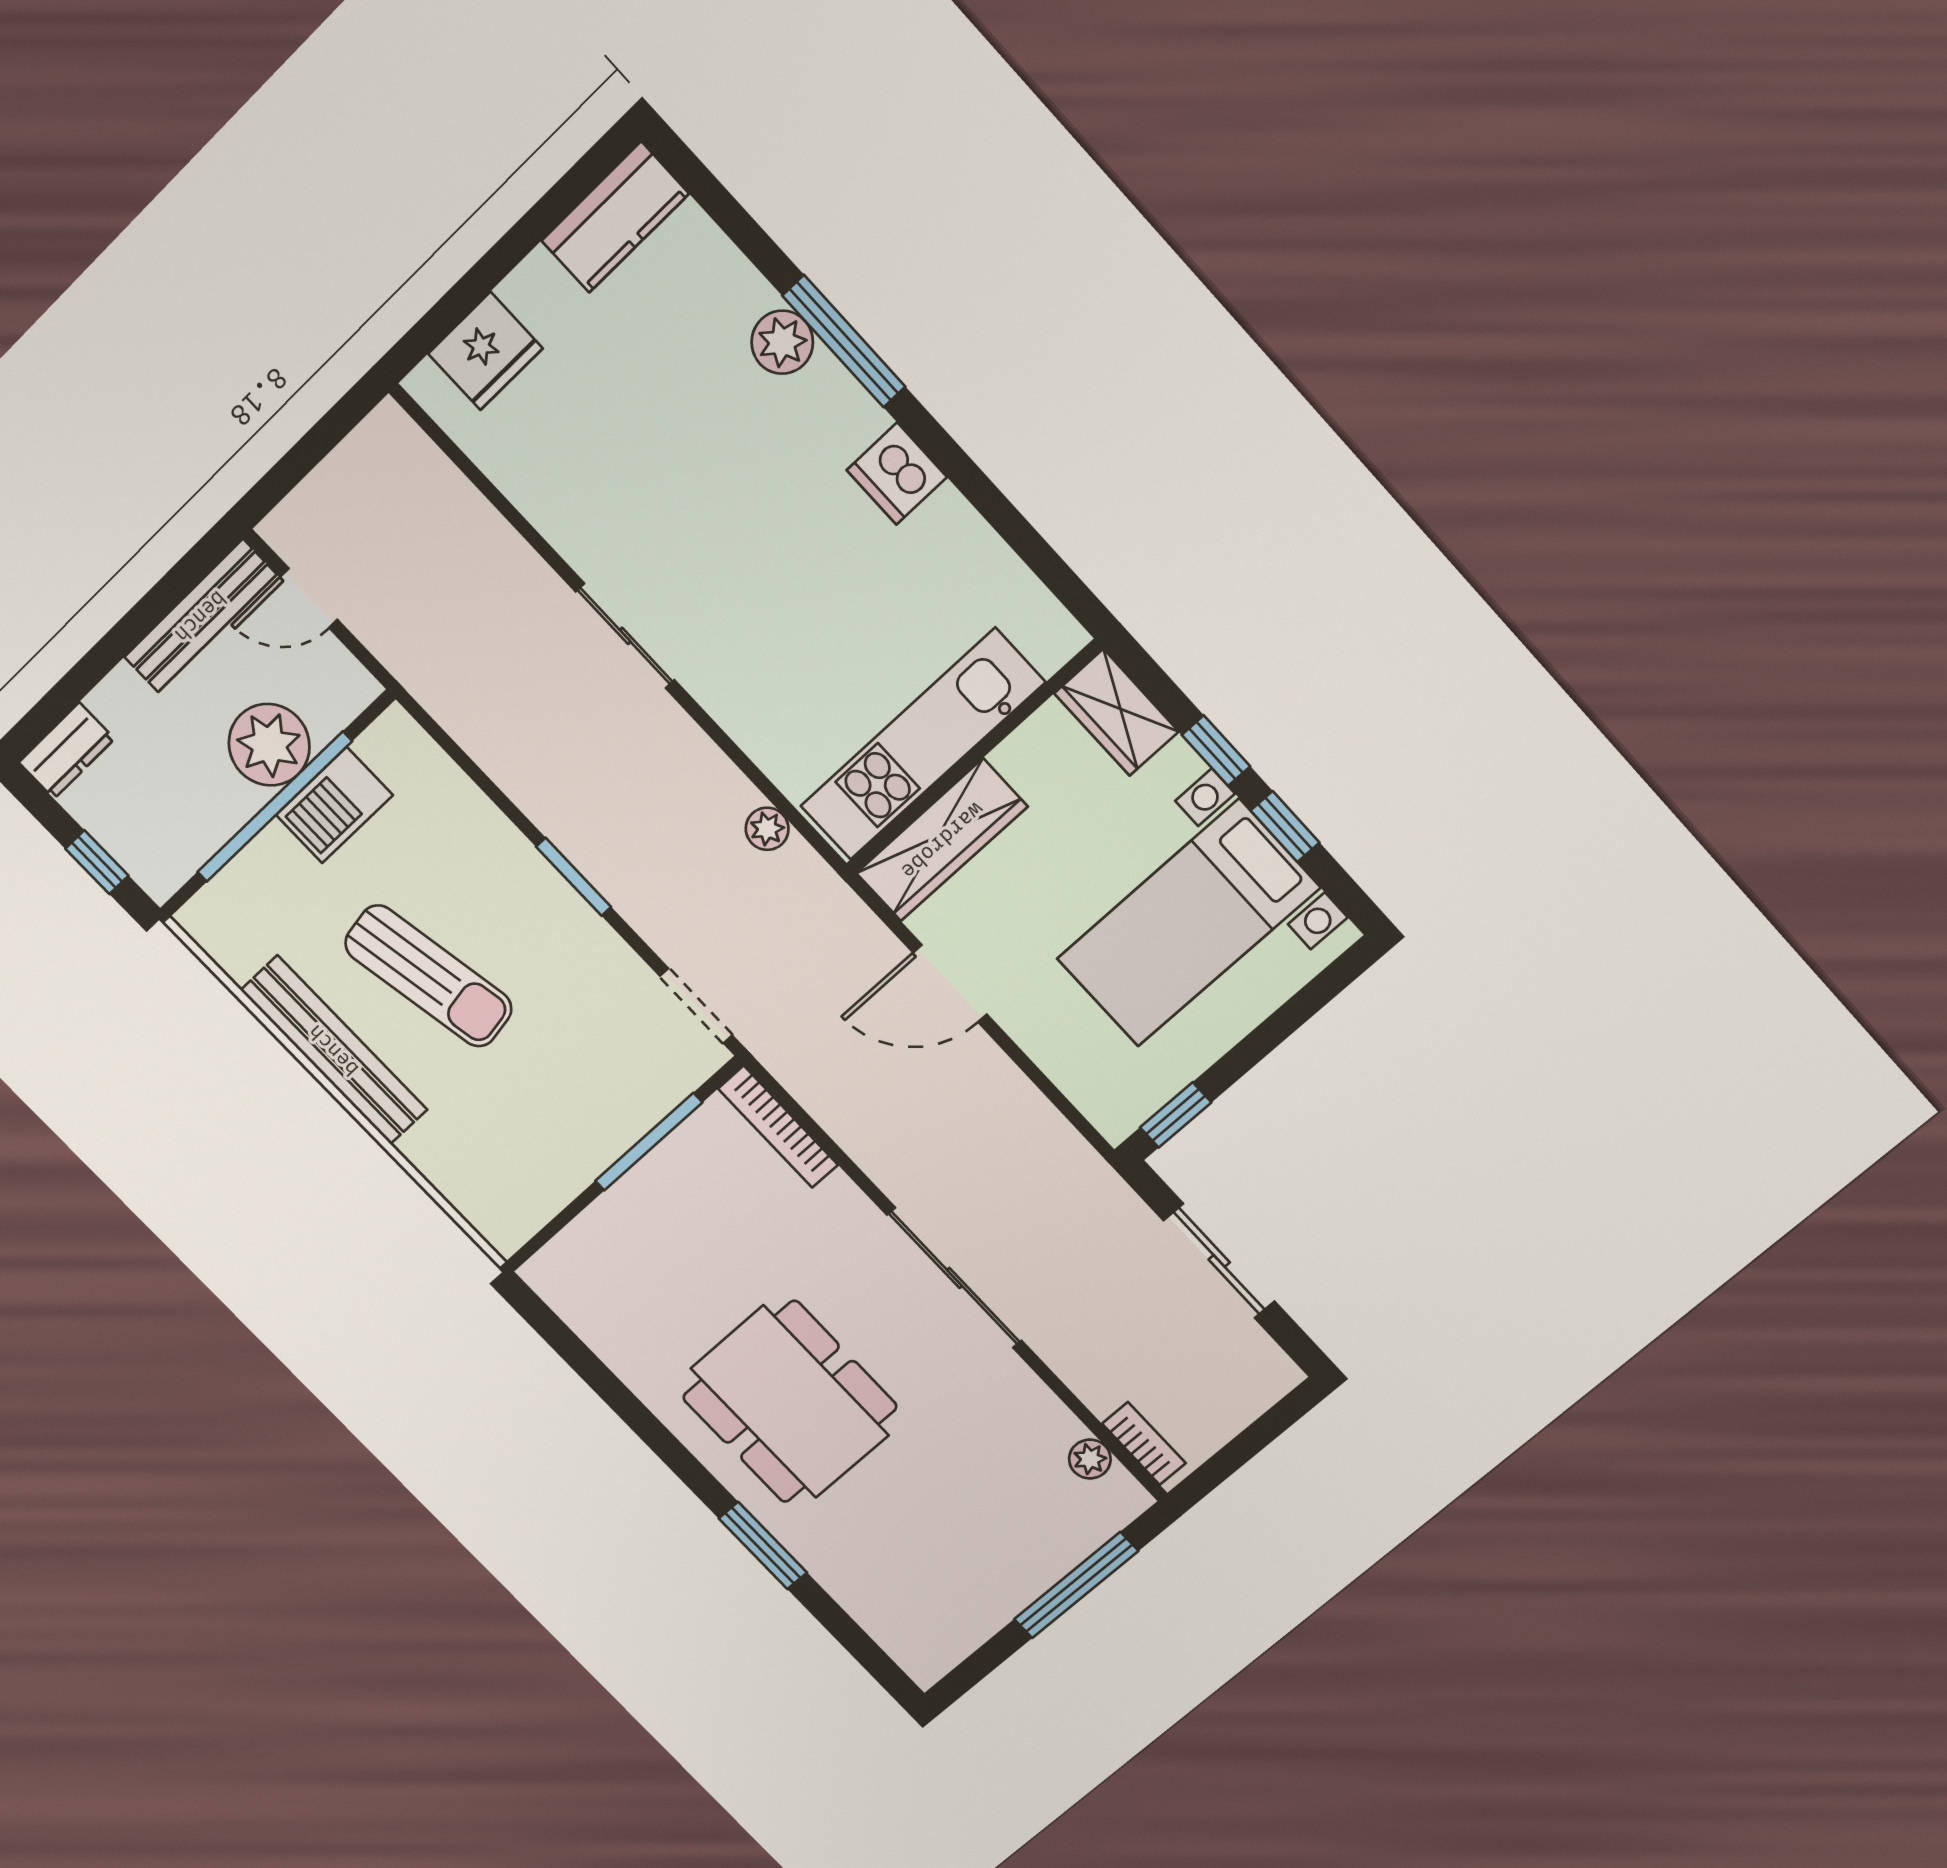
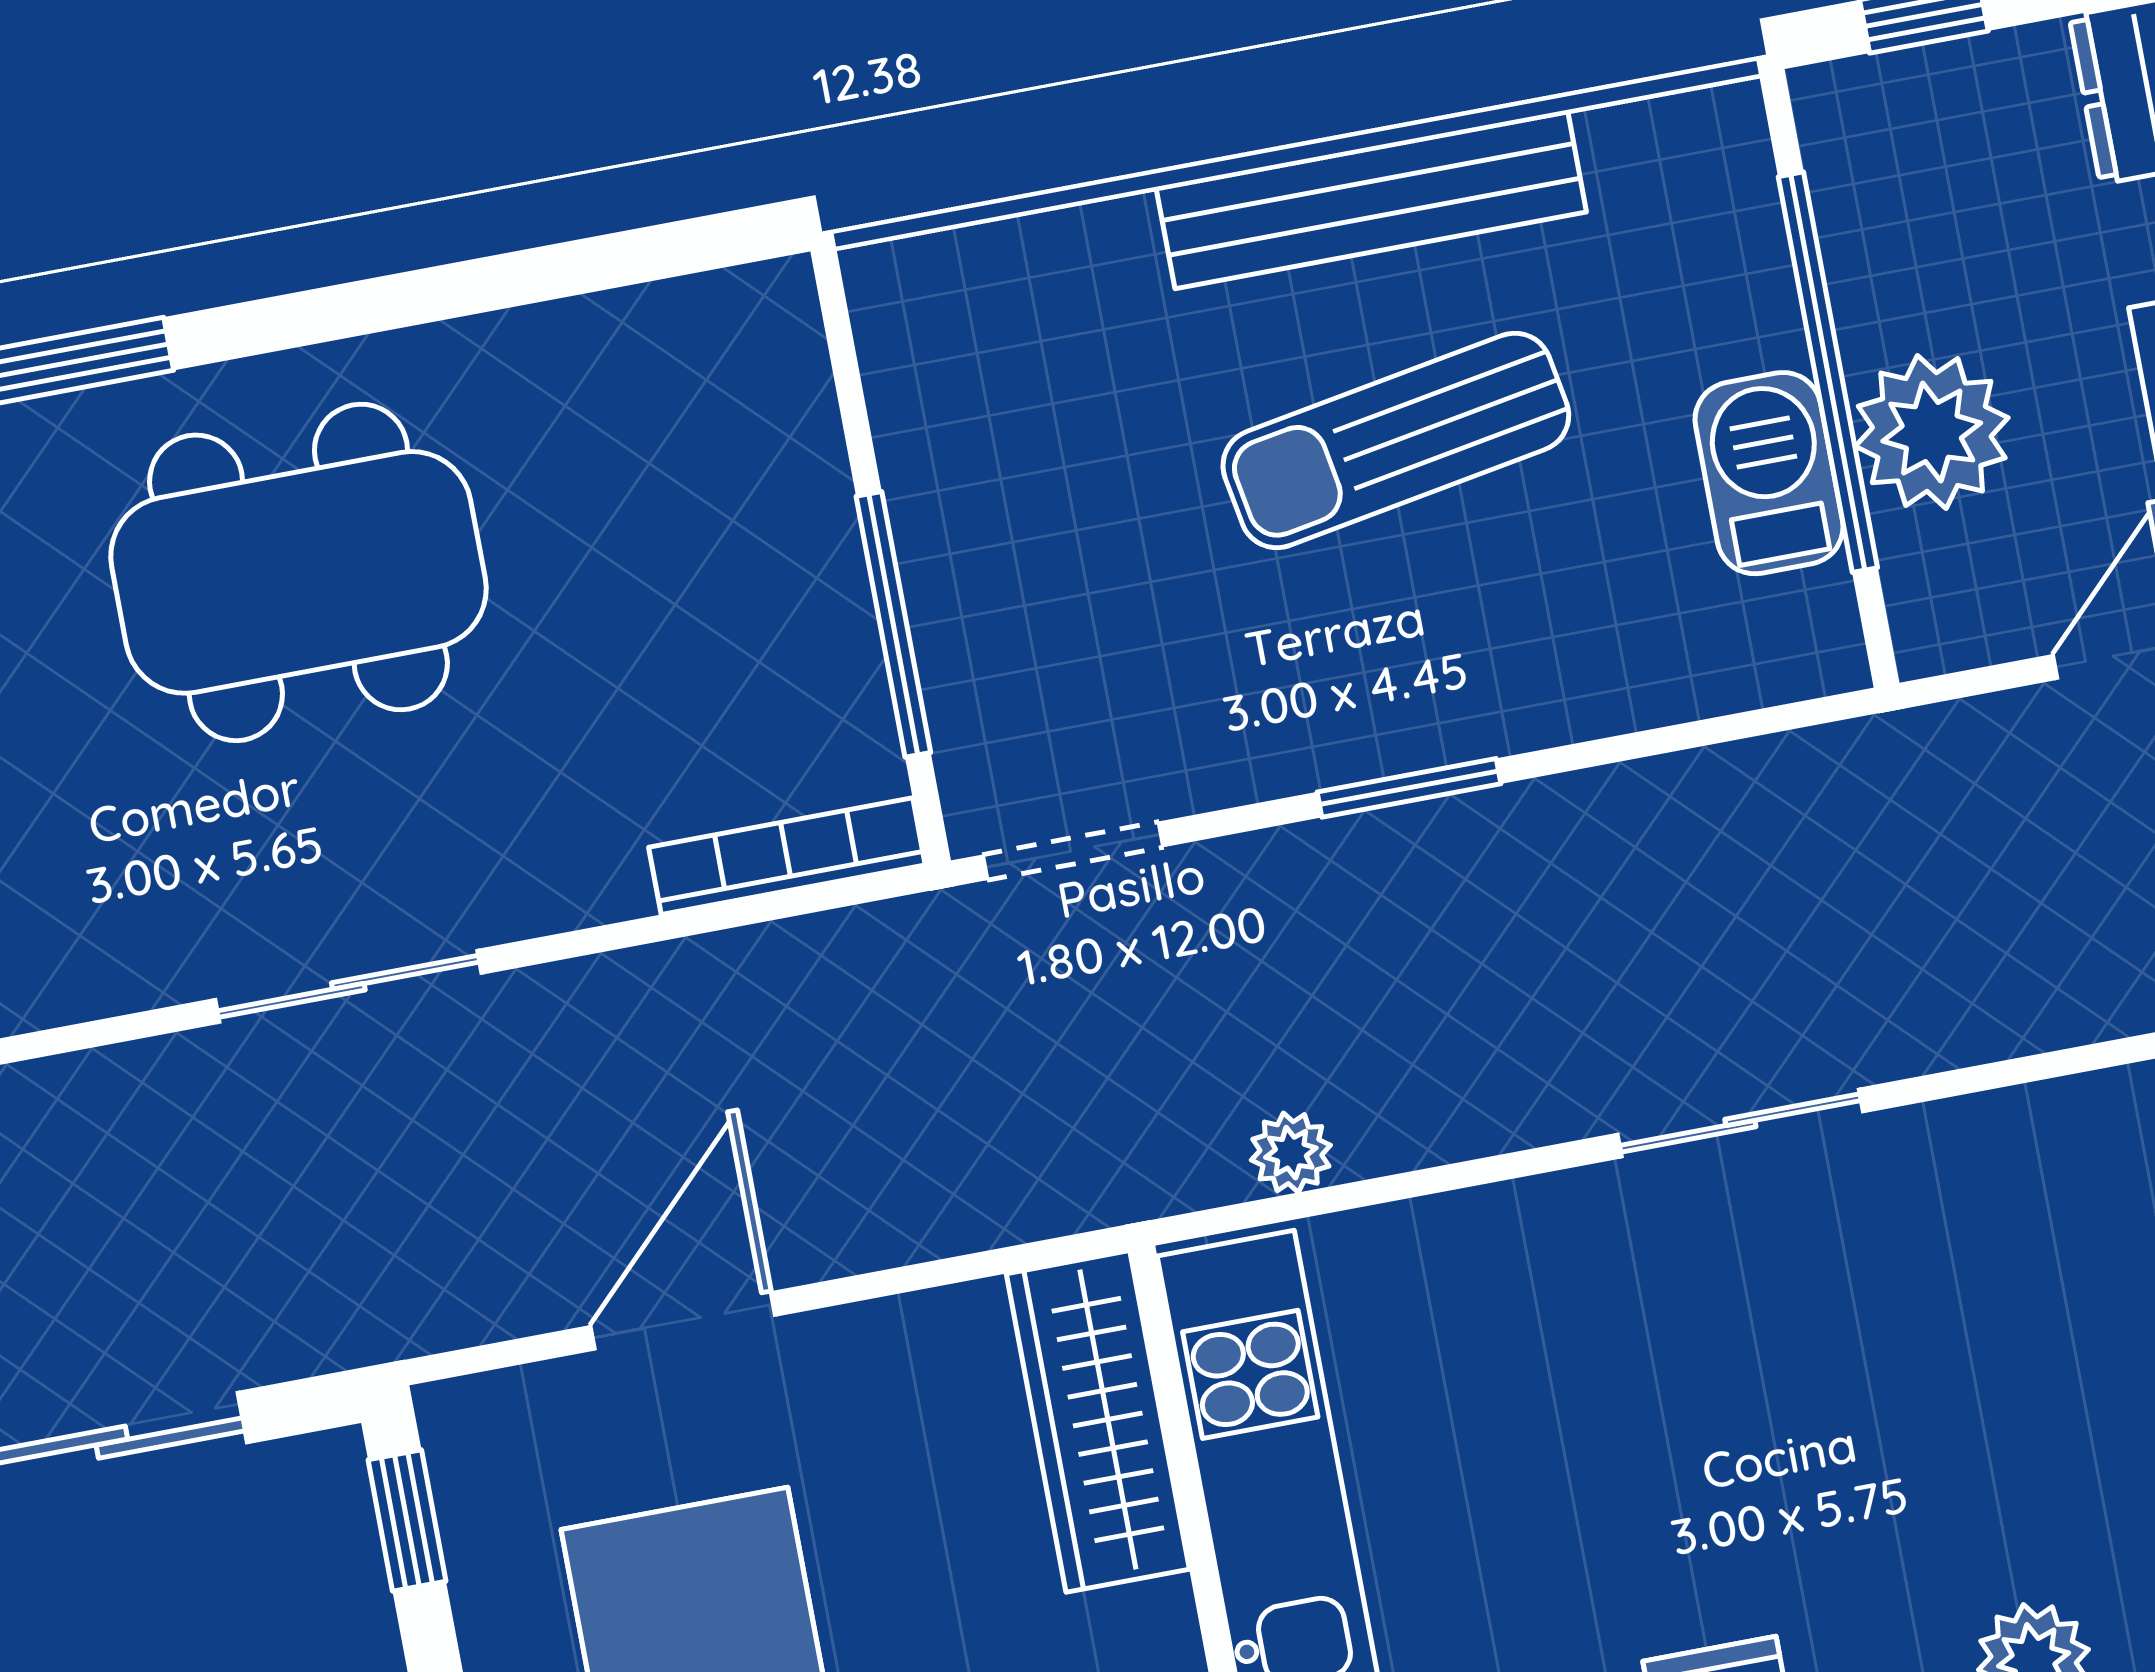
door: (950, 983) -> (683, 1321), moved
sliding door: (954, 1278) -> (348, 986), width x0.73

